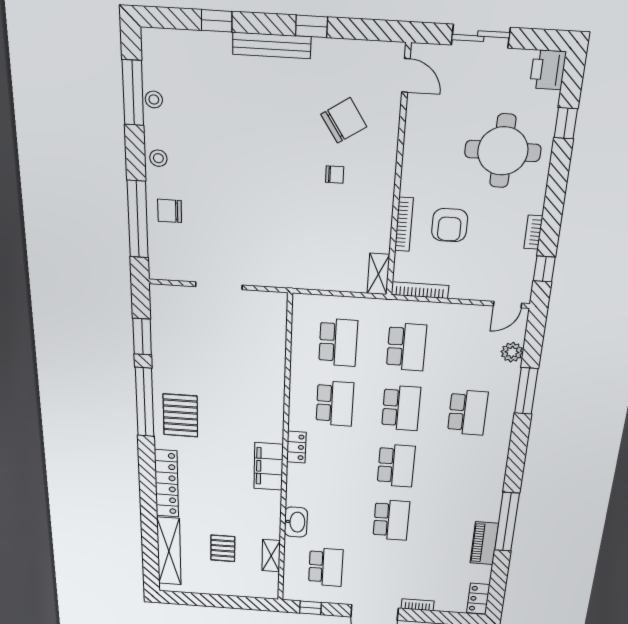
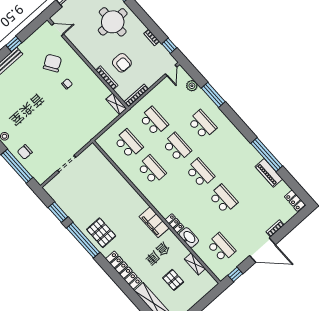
locker: (296, 447) -> (174, 223), moved

